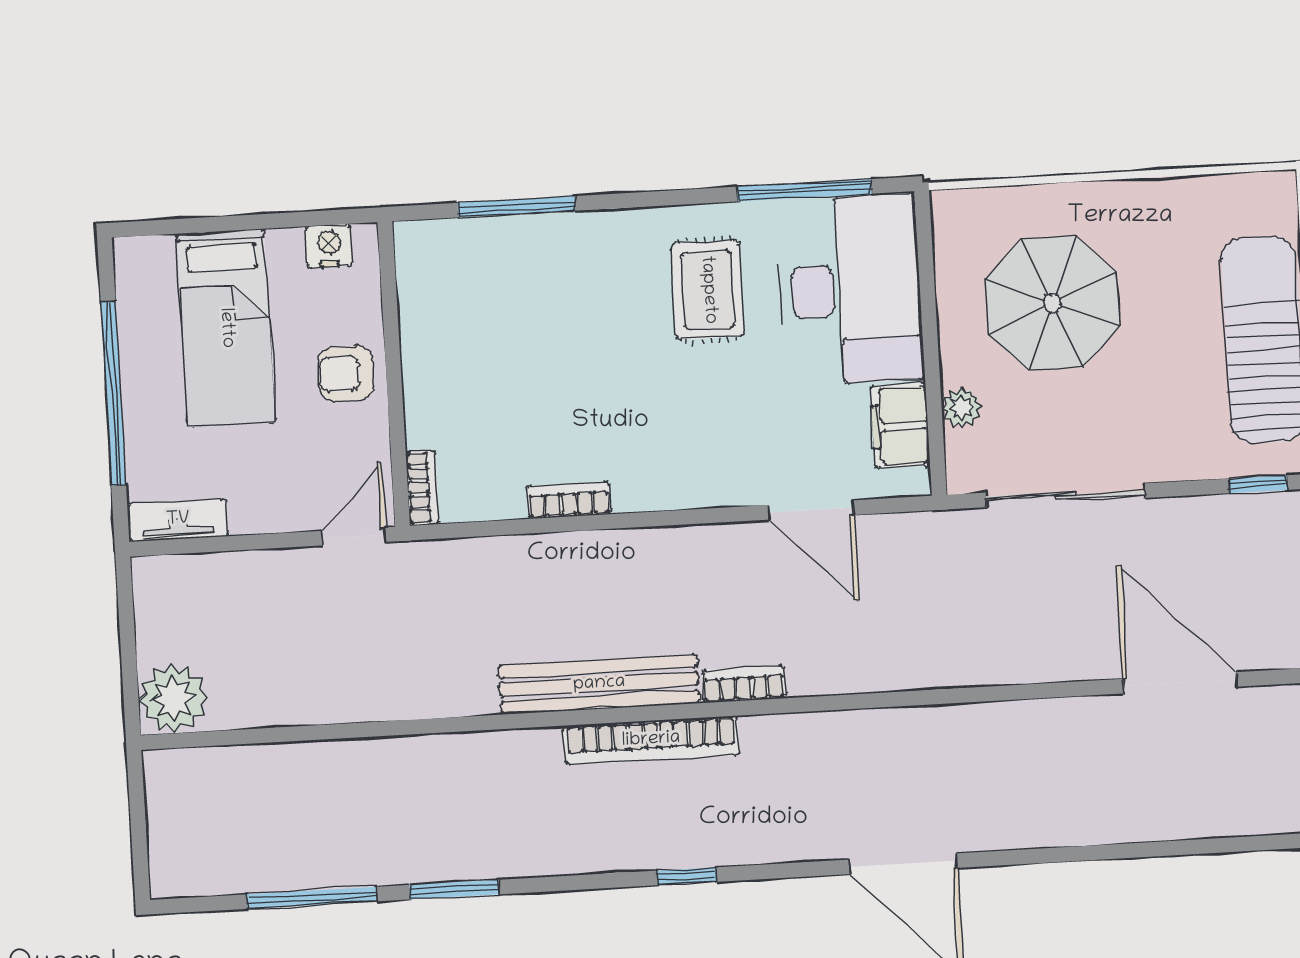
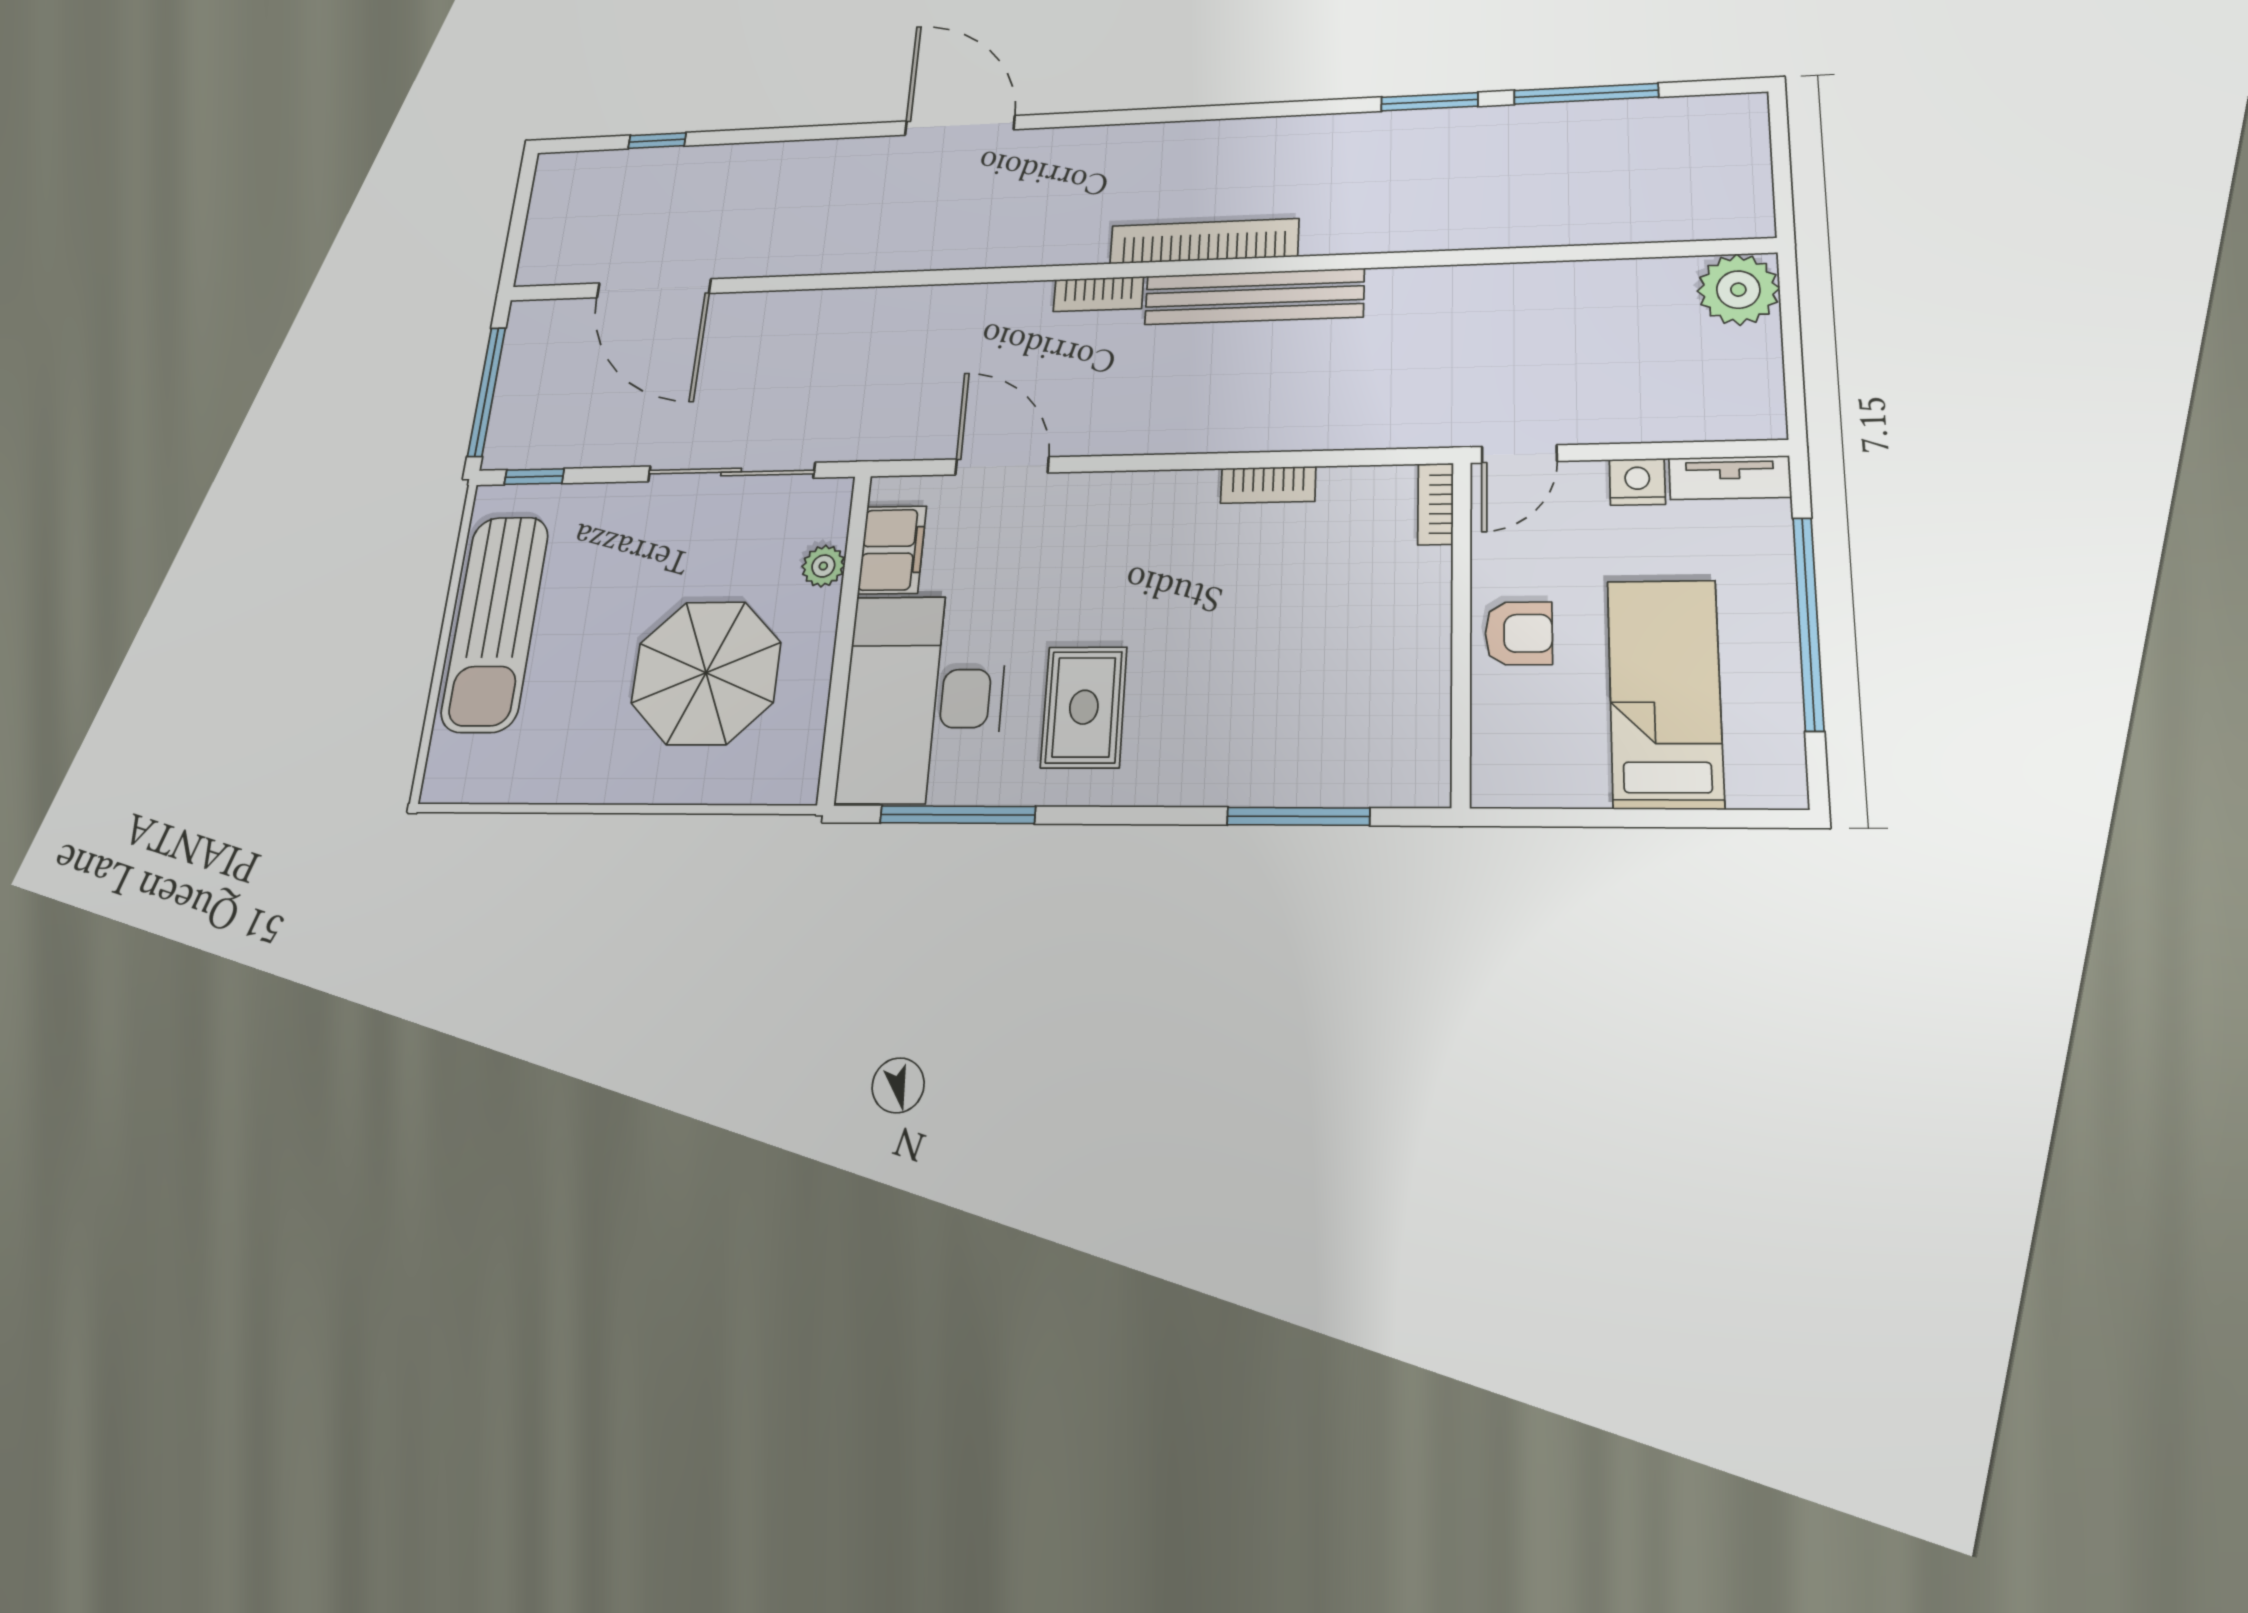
nightstand: (329, 246) -> (1637, 482), moved, turned 180
window: (686, 876) -> (657, 141), moved

